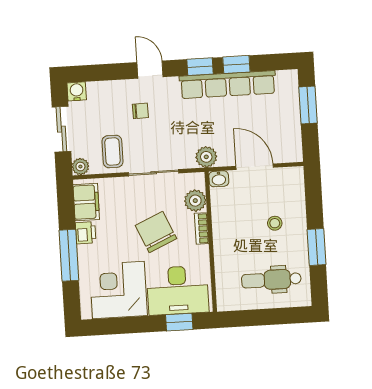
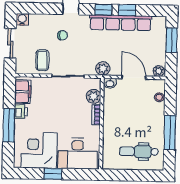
plant: (80, 167) -> (159, 71), moved
stool: (275, 223) -> (159, 97), moved
chair: (156, 232) -> (66, 115), removed
window: (317, 247) -> (170, 133), width x1.44
window: (179, 322) -> (53, 174), moved

